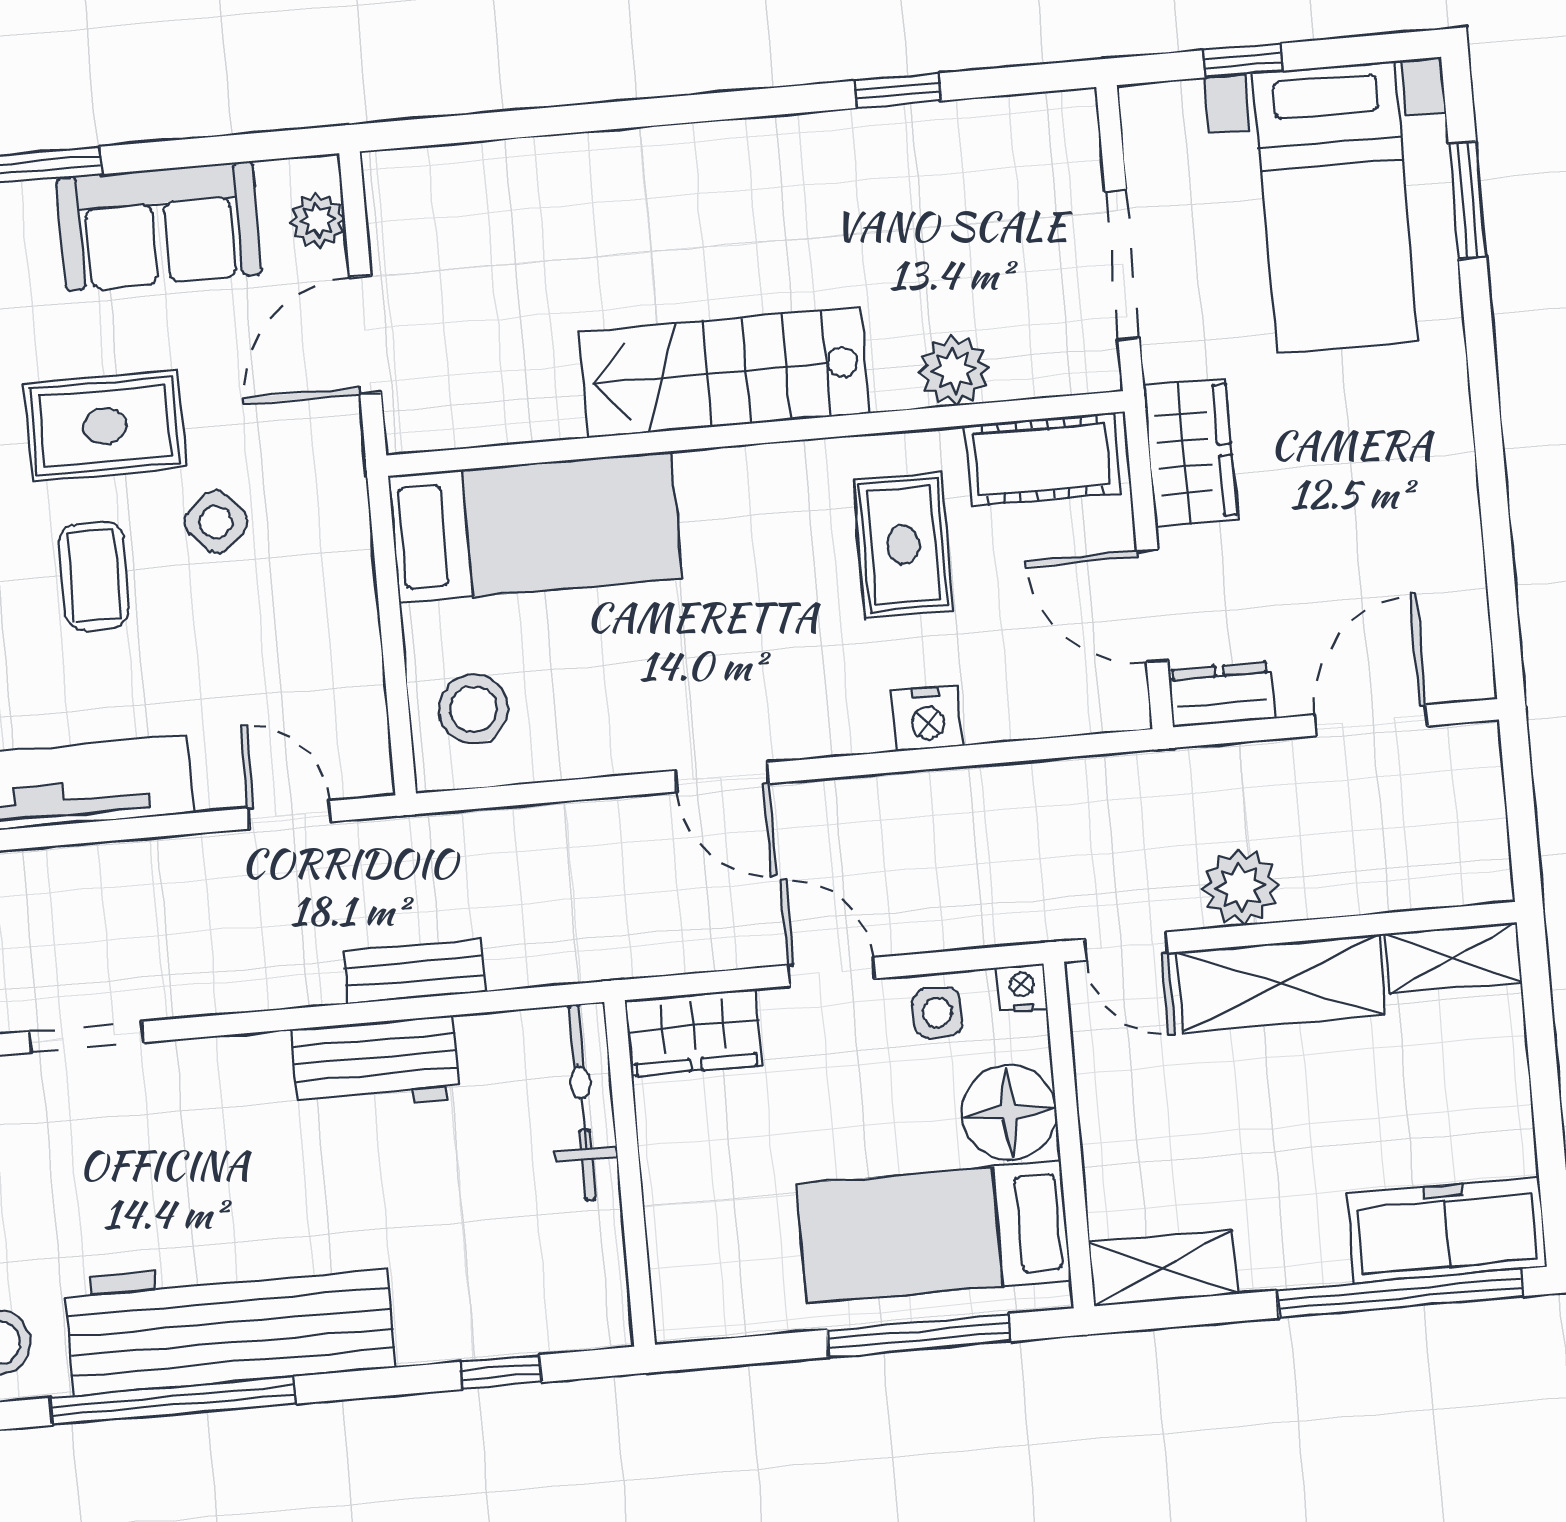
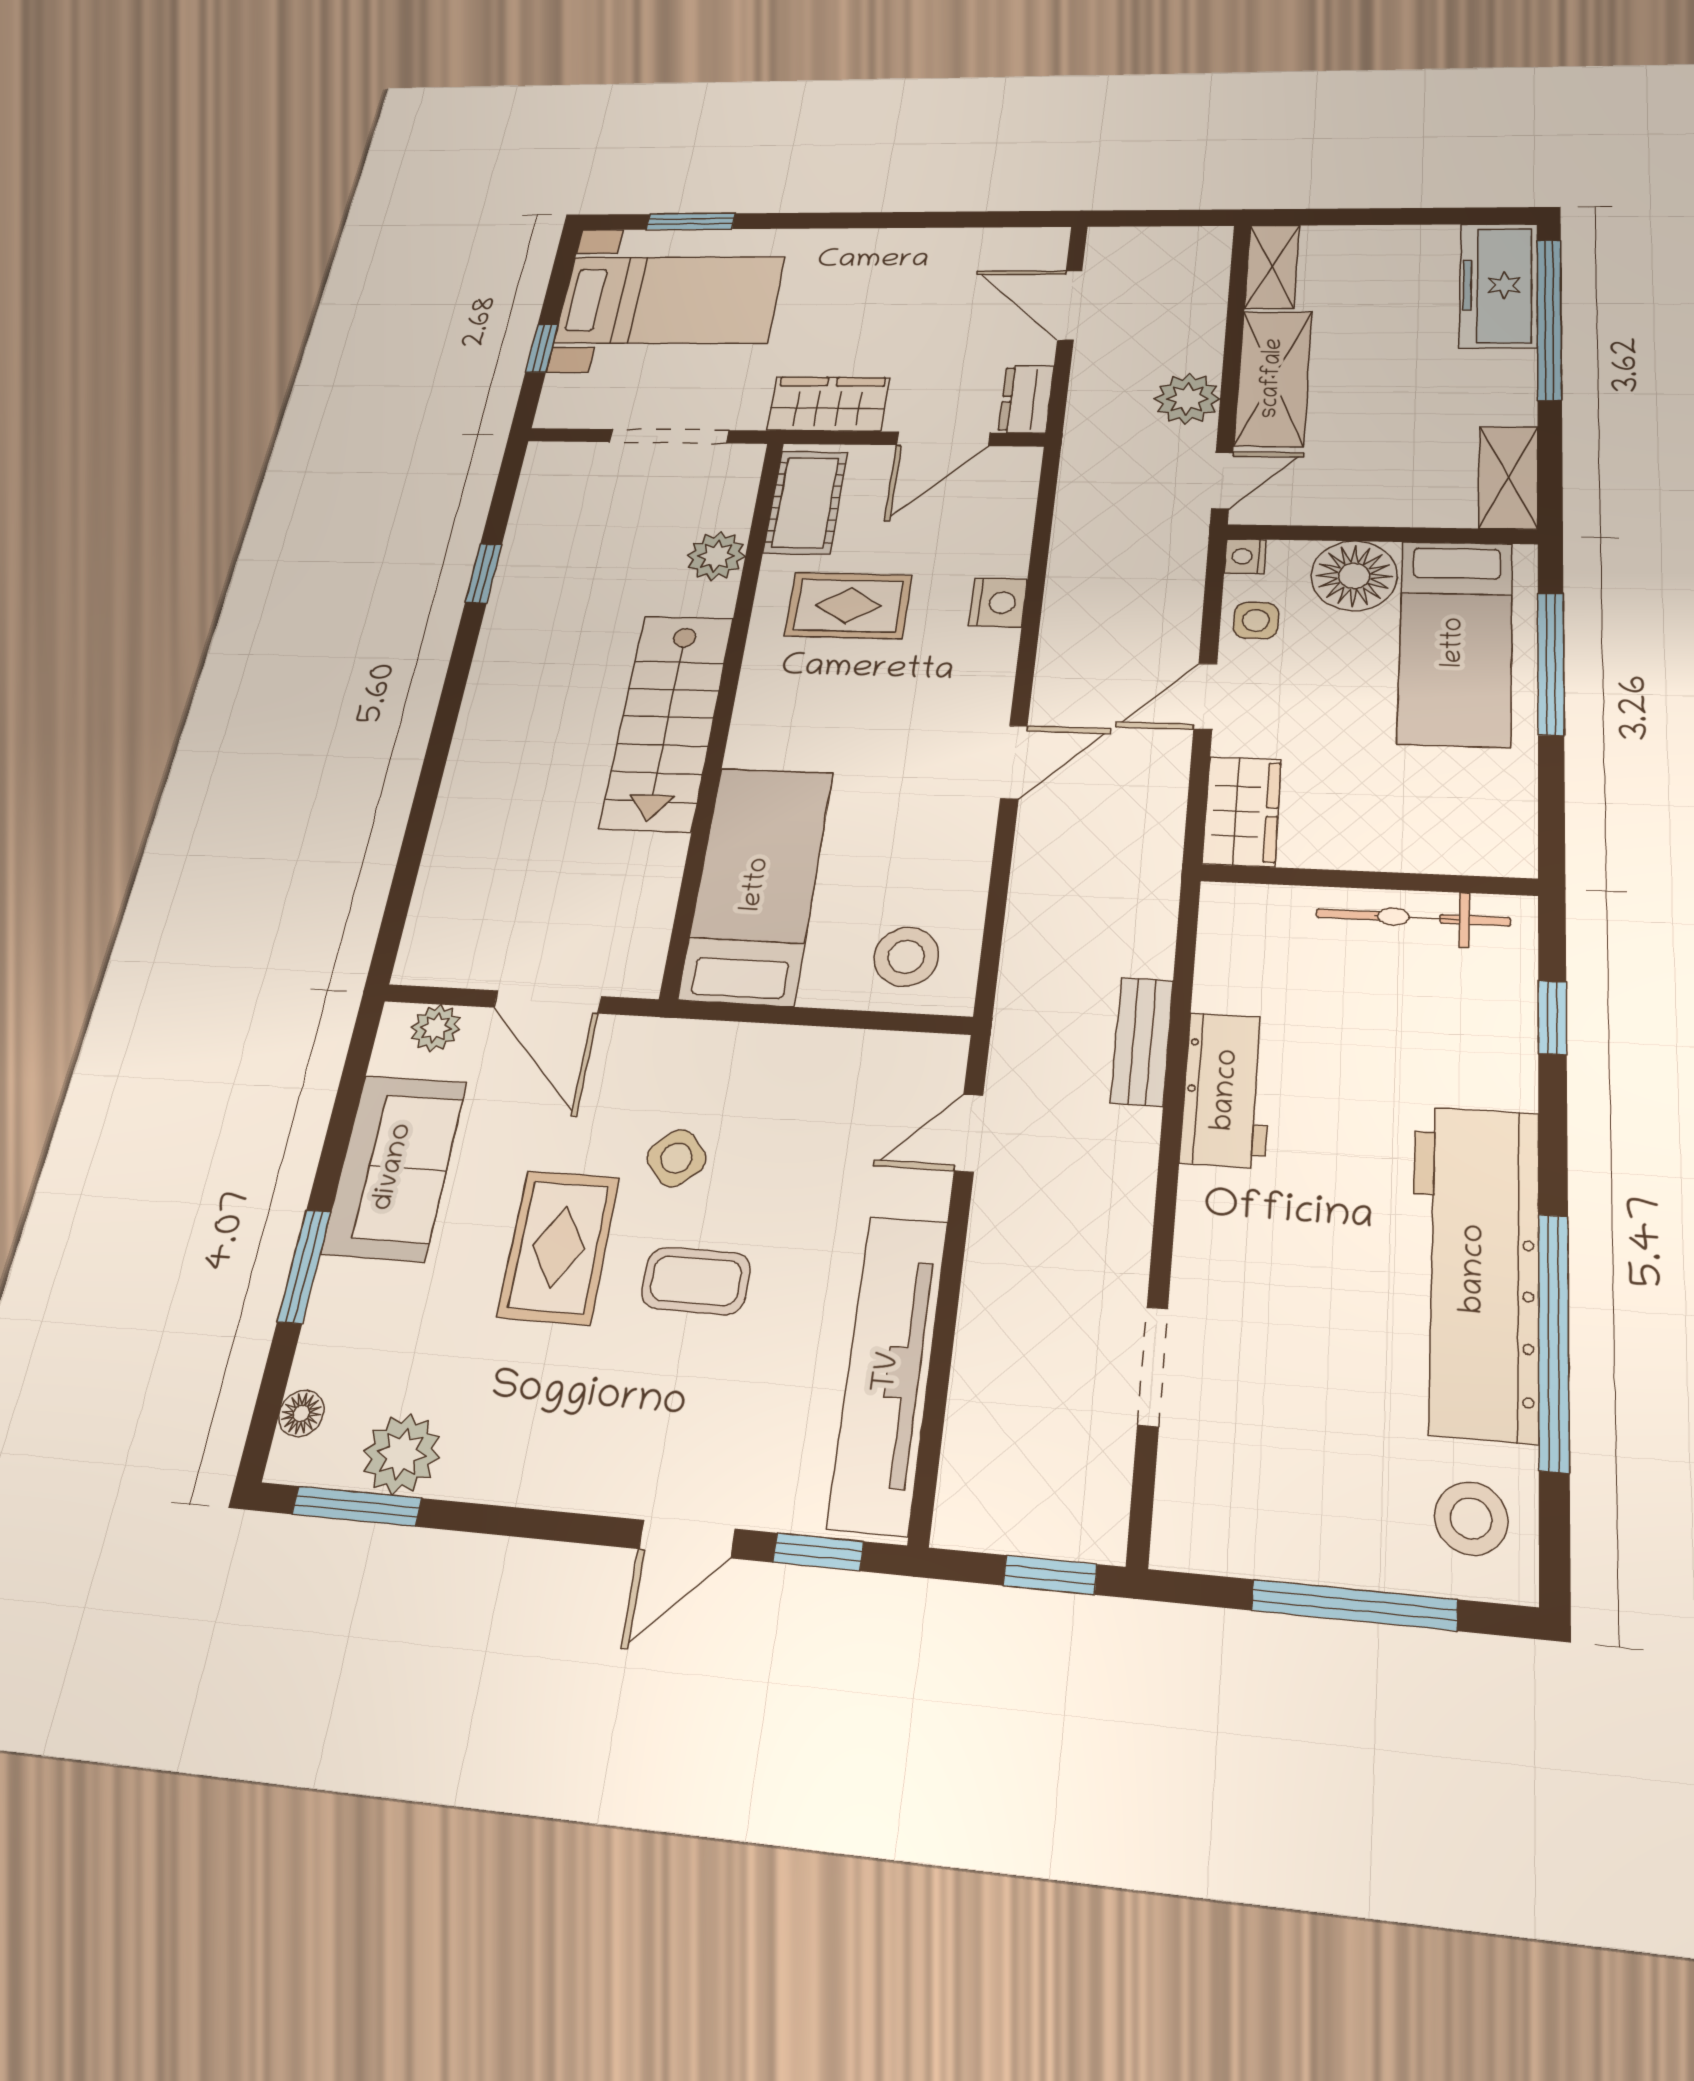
bicycle: (582, 1102) -> (1413, 917), moved

